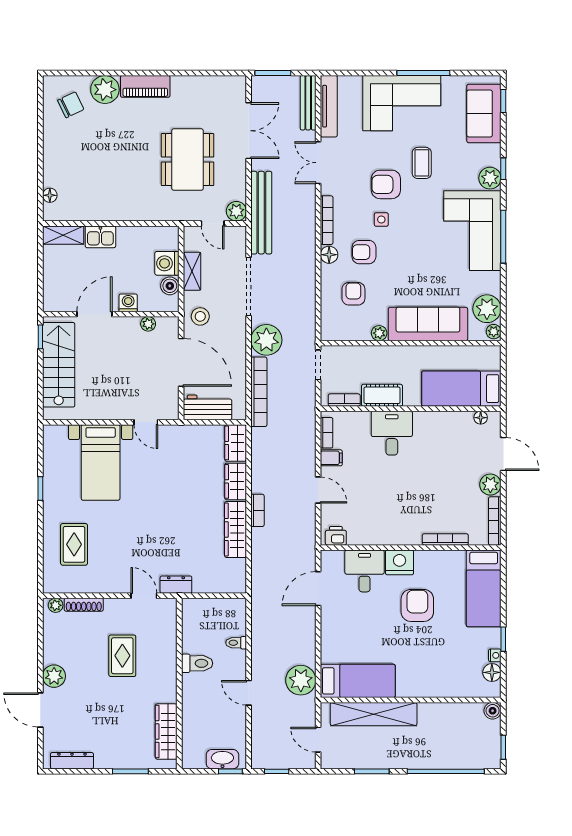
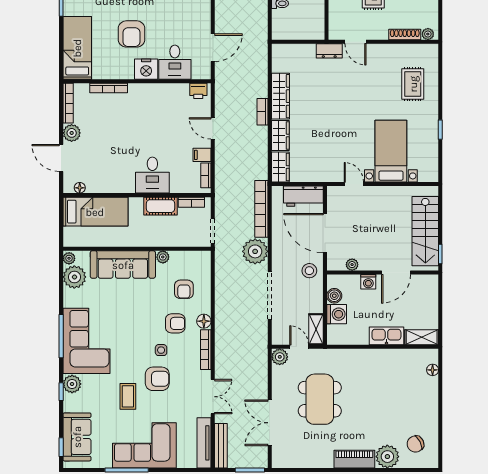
bench: (261, 213) -> (259, 356), removed
kitchen sink: (100, 237) -> (386, 336), width x1.38
shelving: (192, 271) -> (316, 329), moved

